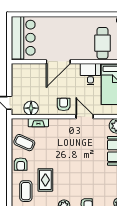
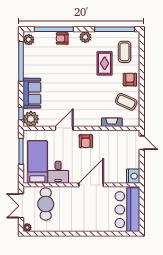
nightstand: (18, 70) -> (133, 176), added
floor lamp: (31, 108) -> (119, 137), removed
door: (85, 117) -> (64, 128), swing flipped

